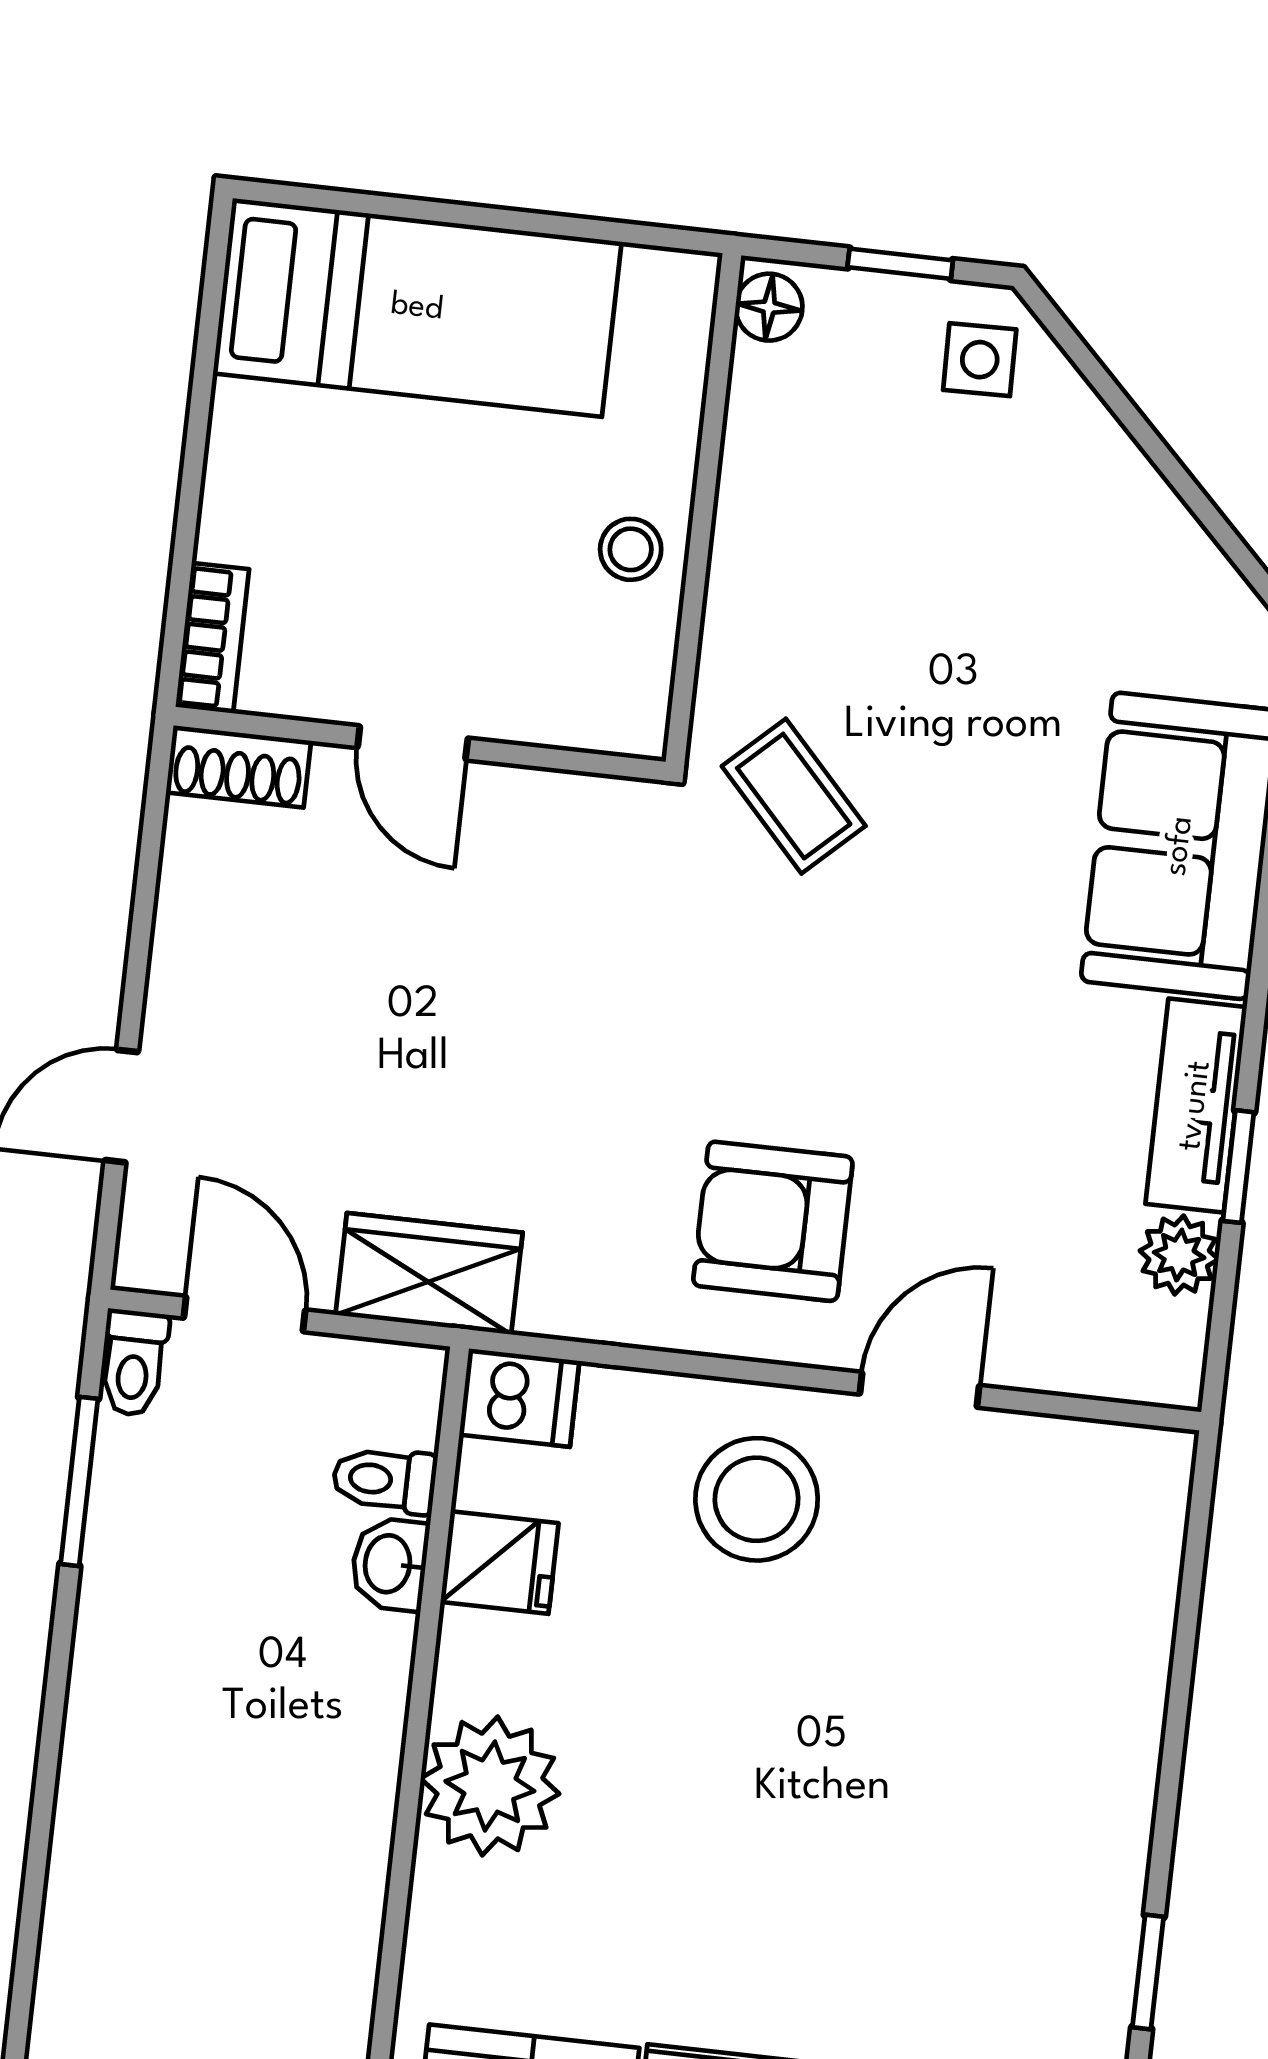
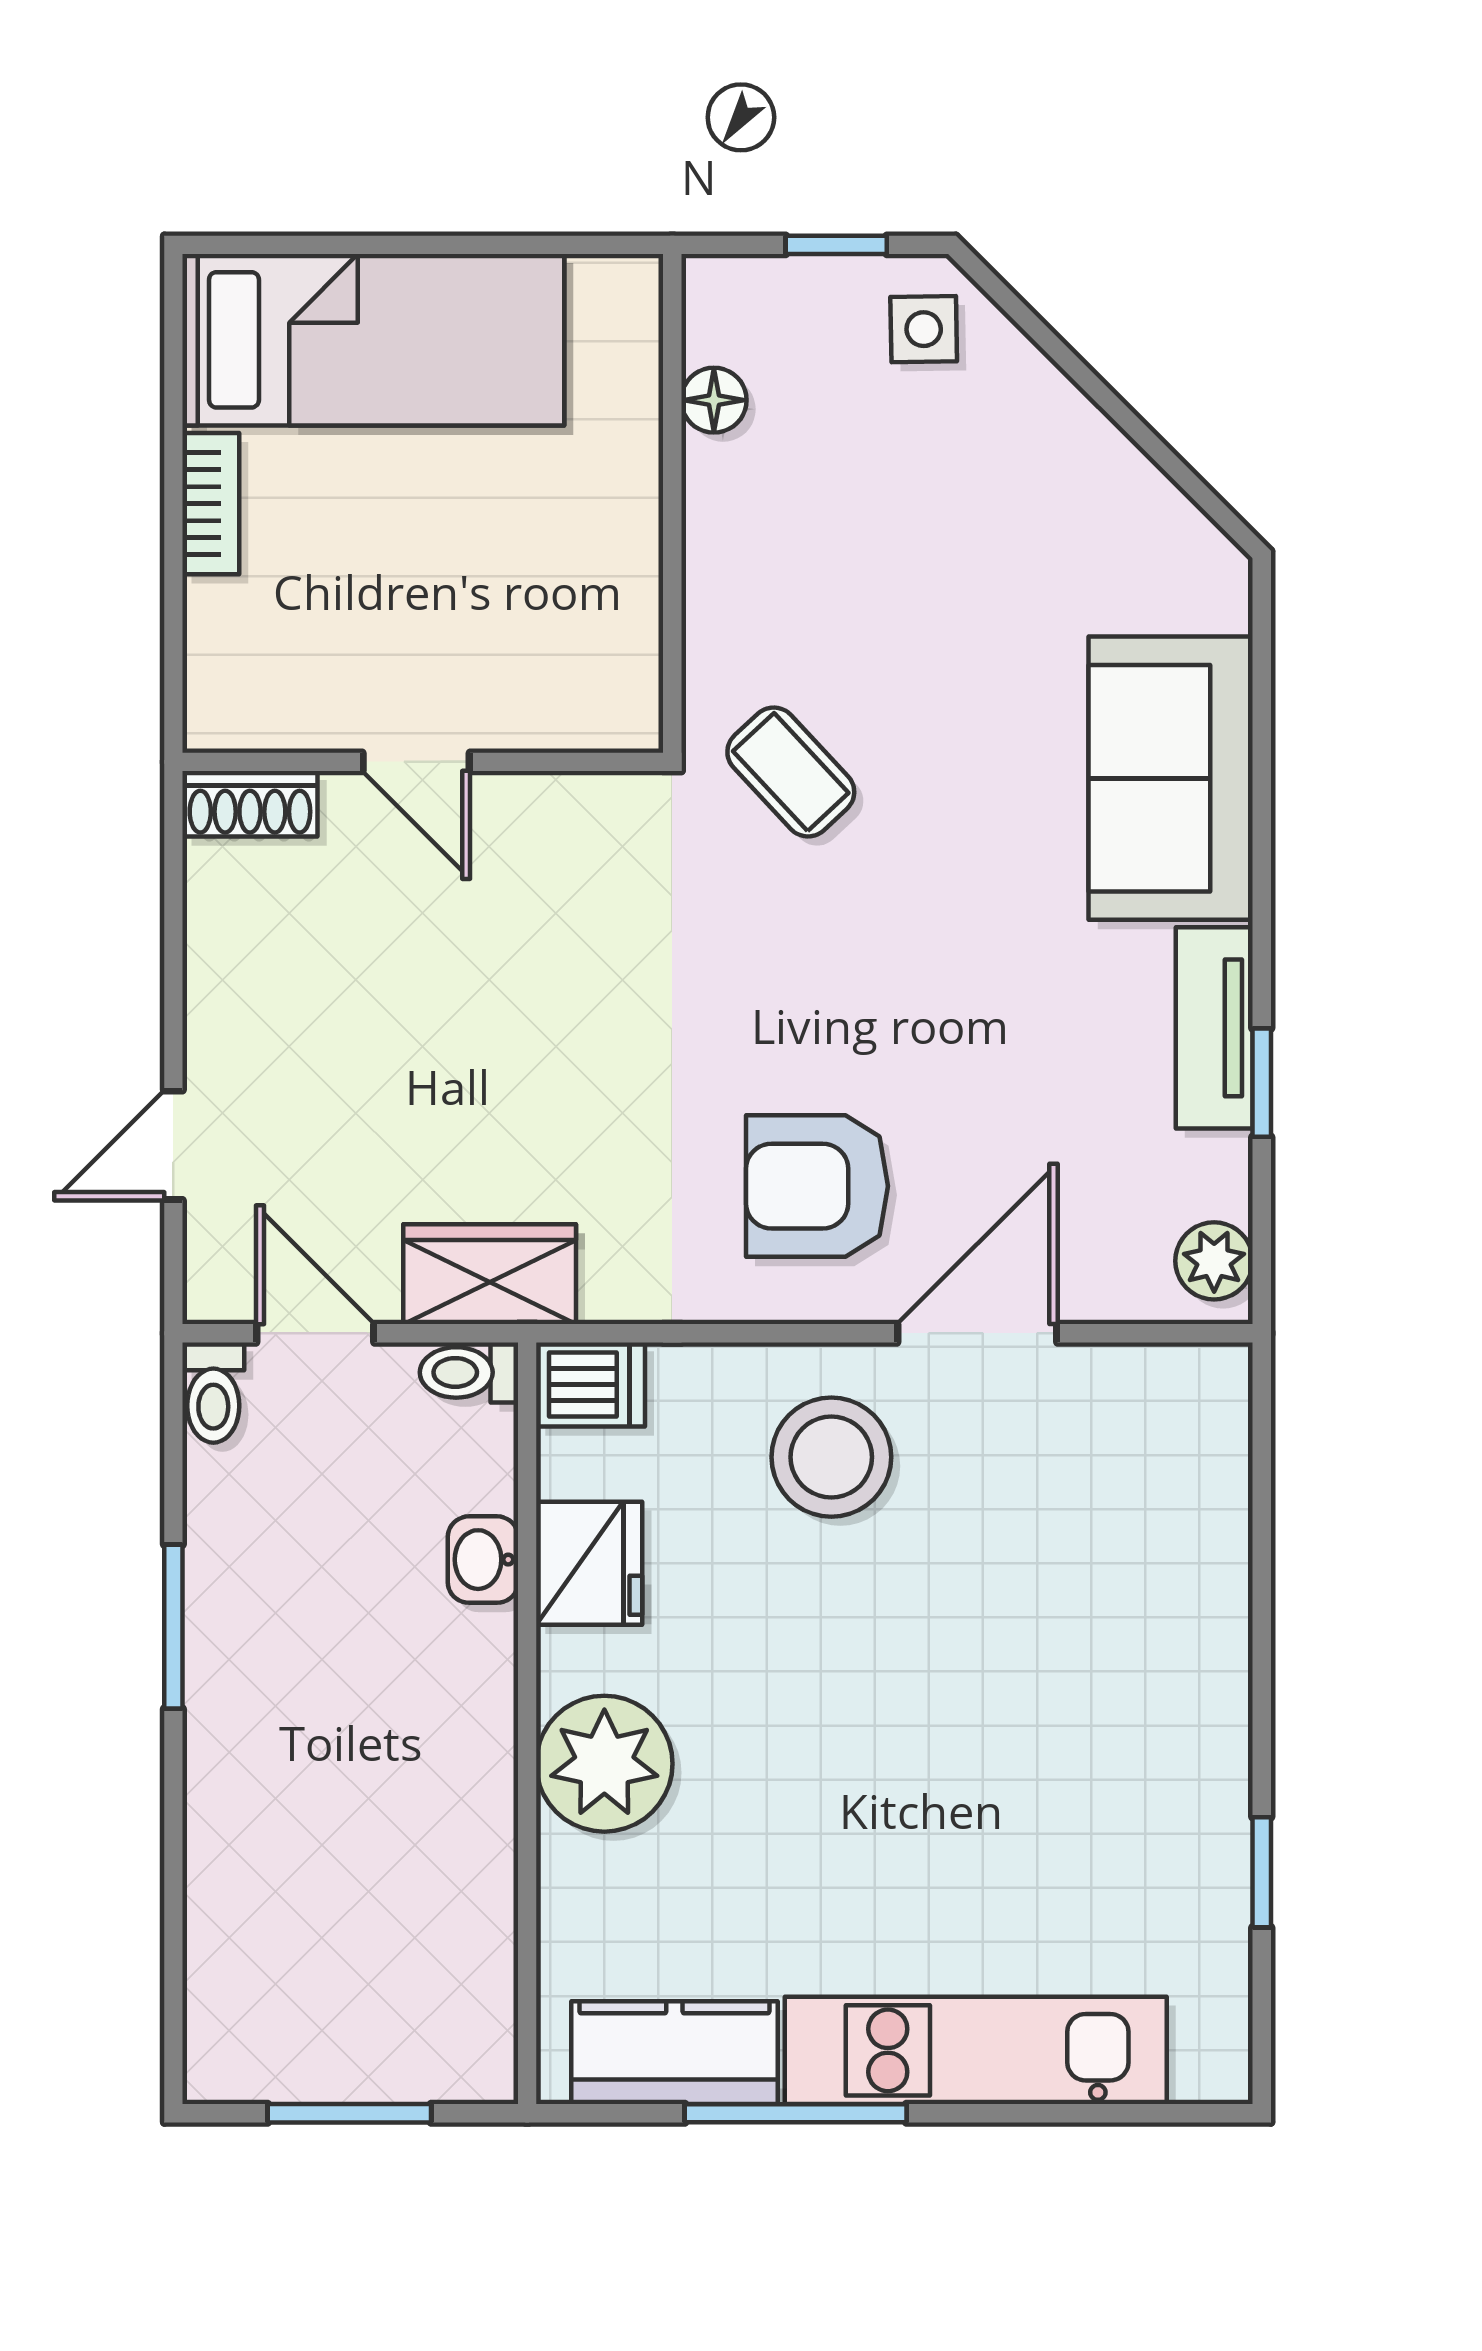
floor lamp: (769, 307) -> (714, 400), moved
stool: (631, 549) -> (606, 551), removed
bookcase: (212, 638) -> (211, 504), moved
plant: (1179, 1255) -> (1214, 1261), moved
door: (919, 1390) -> (977, 1333), width x1.38
toilet: (385, 1480) -> (469, 1372), moved
window: (79, 1481) -> (173, 1627), moved
fridge: (499, 1562) -> (589, 1563), width x1.38

